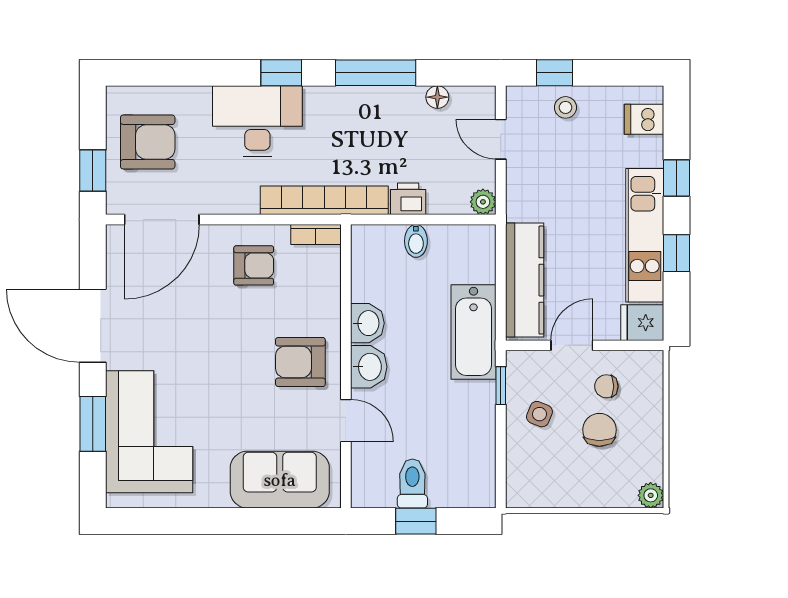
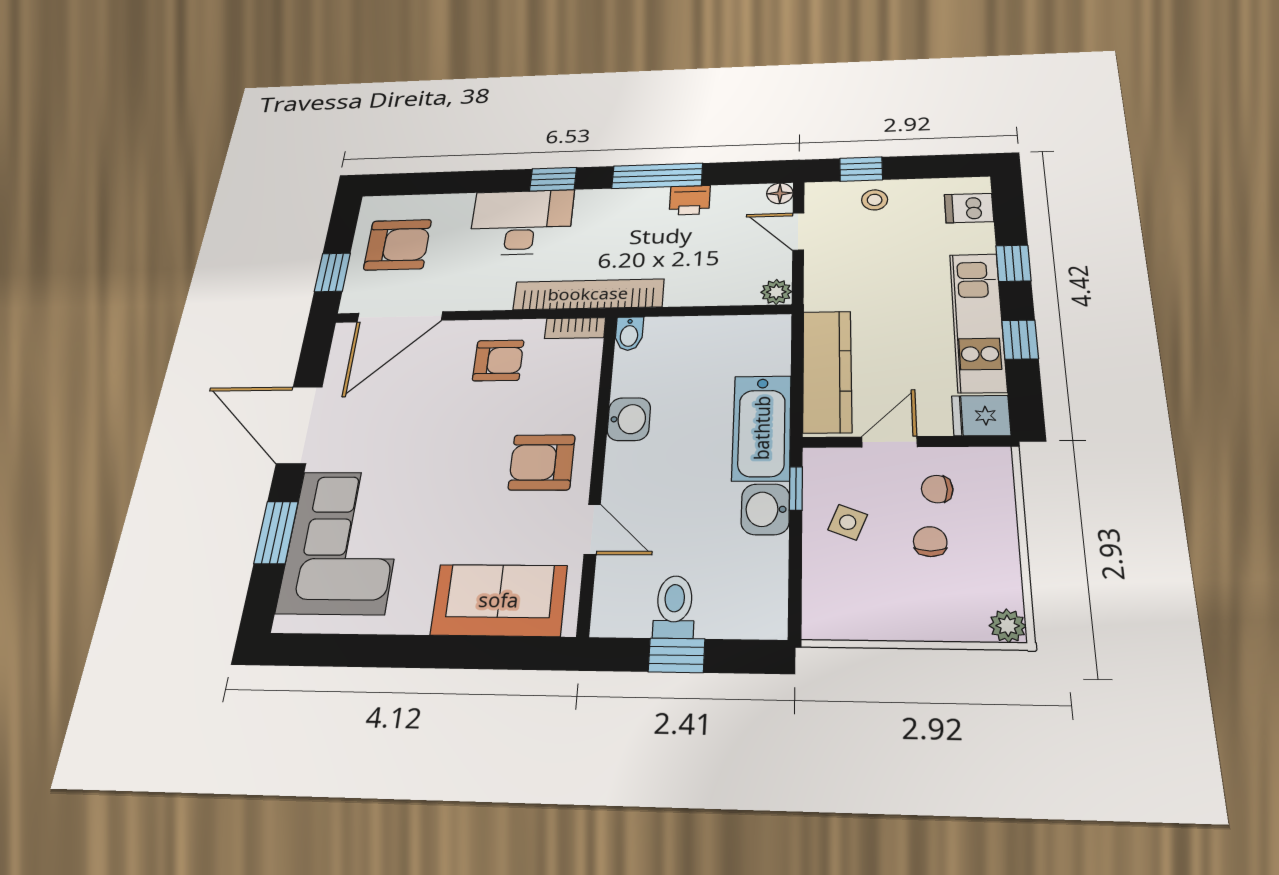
floor lamp: (437, 97) -> (780, 193), moved
printer: (408, 199) -> (690, 200), moved, turned 180
bidet: (416, 241) -> (629, 334), moved
washbasin: (369, 367) -> (765, 509), moved, turned 180
chair: (599, 430) -> (930, 542), width x0.73, depth x0.73

